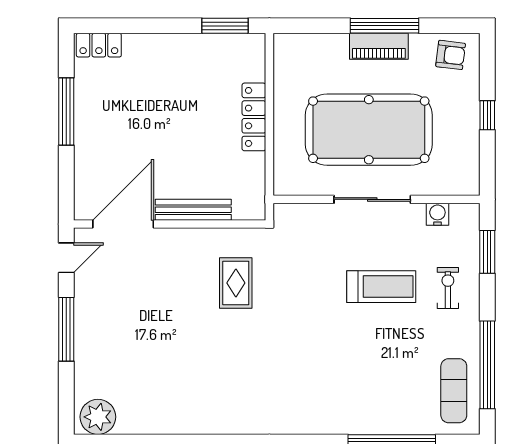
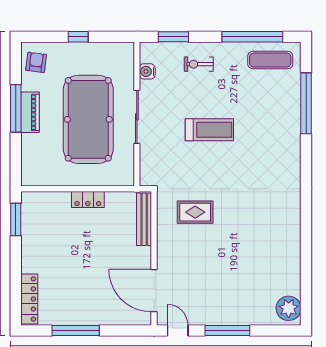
locker: (99, 45) -> (29, 299), width x1.53
locker: (254, 117) -> (88, 199), width x0.66
bench: (193, 210) -> (144, 219), moved
treadmill: (381, 287) -> (209, 130), moved, turned 90

